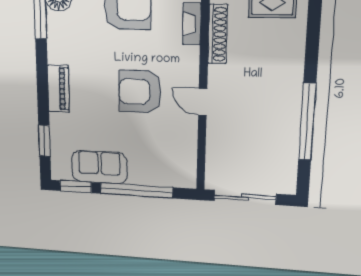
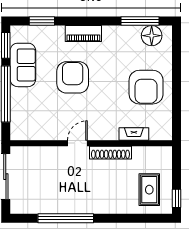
shoe rack: (218, 34) -> (110, 153), moved
armchair: (140, 92) -> (73, 77), moved

